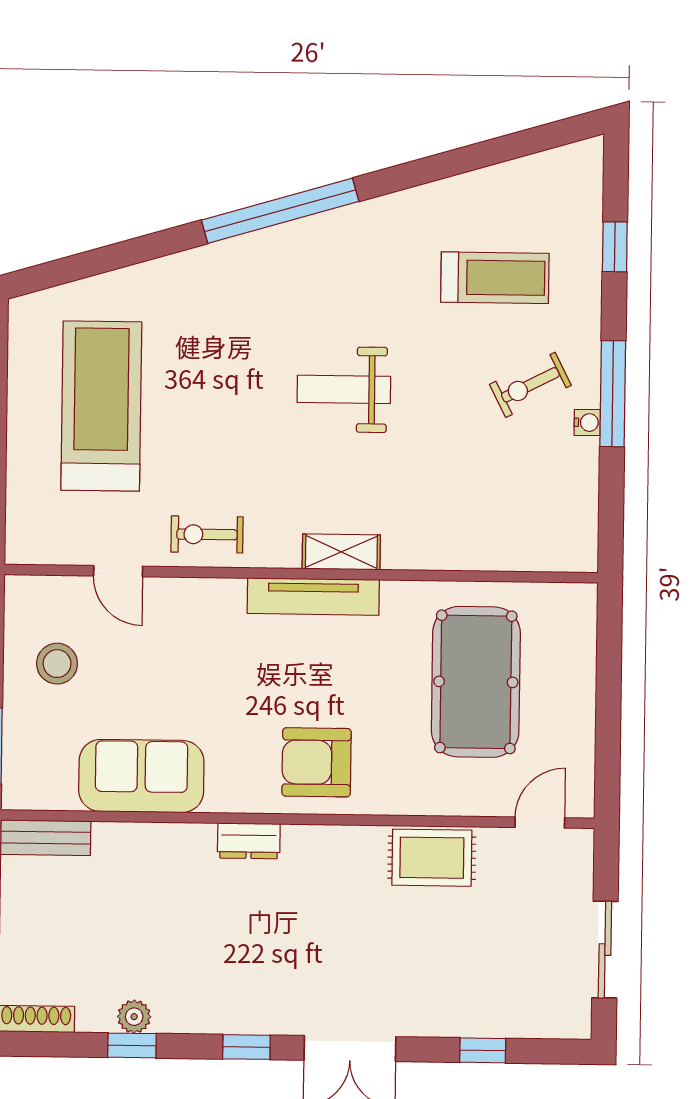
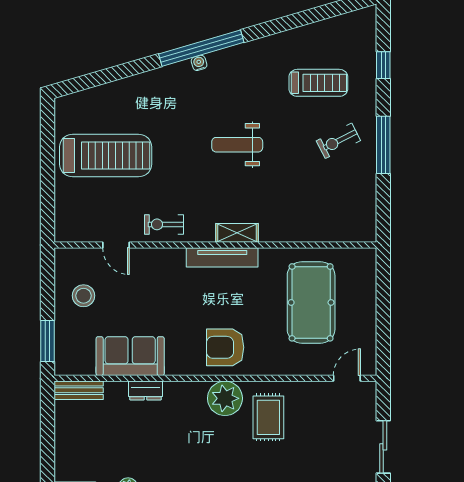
treadmill: (101, 406) -> (106, 156), turned 90
water cooler: (587, 423) -> (199, 63), moved, turned -106
dresser: (249, 841) -> (145, 391), moved
plant: (315, 856) -> (225, 398), added
rug: (432, 858) -> (268, 417), moved, turned 90

